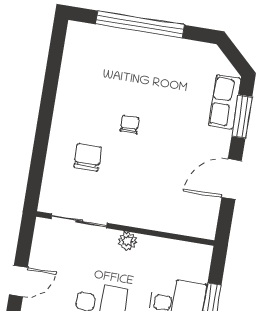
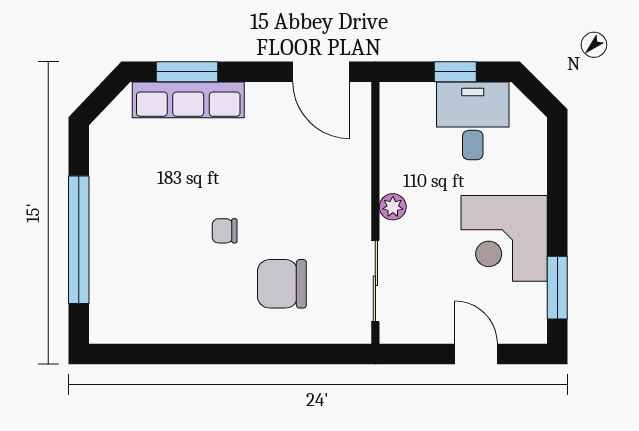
row of seats: (225, 102) -> (188, 100), width x1.48
chair: (88, 157) -> (282, 284), width x1.37, depth x1.37
door: (232, 179) -> (321, 72), moved

